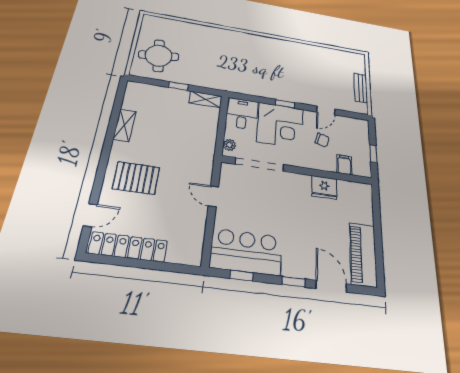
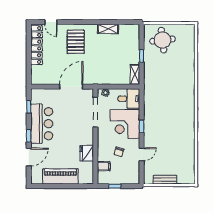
door: (326, 111) -> (142, 154), swing flipped
door: (213, 196) -> (71, 87), width x1.88
bar counter: (246, 252) -> (42, 124), moved
piano: (363, 255) -> (60, 176), moved

